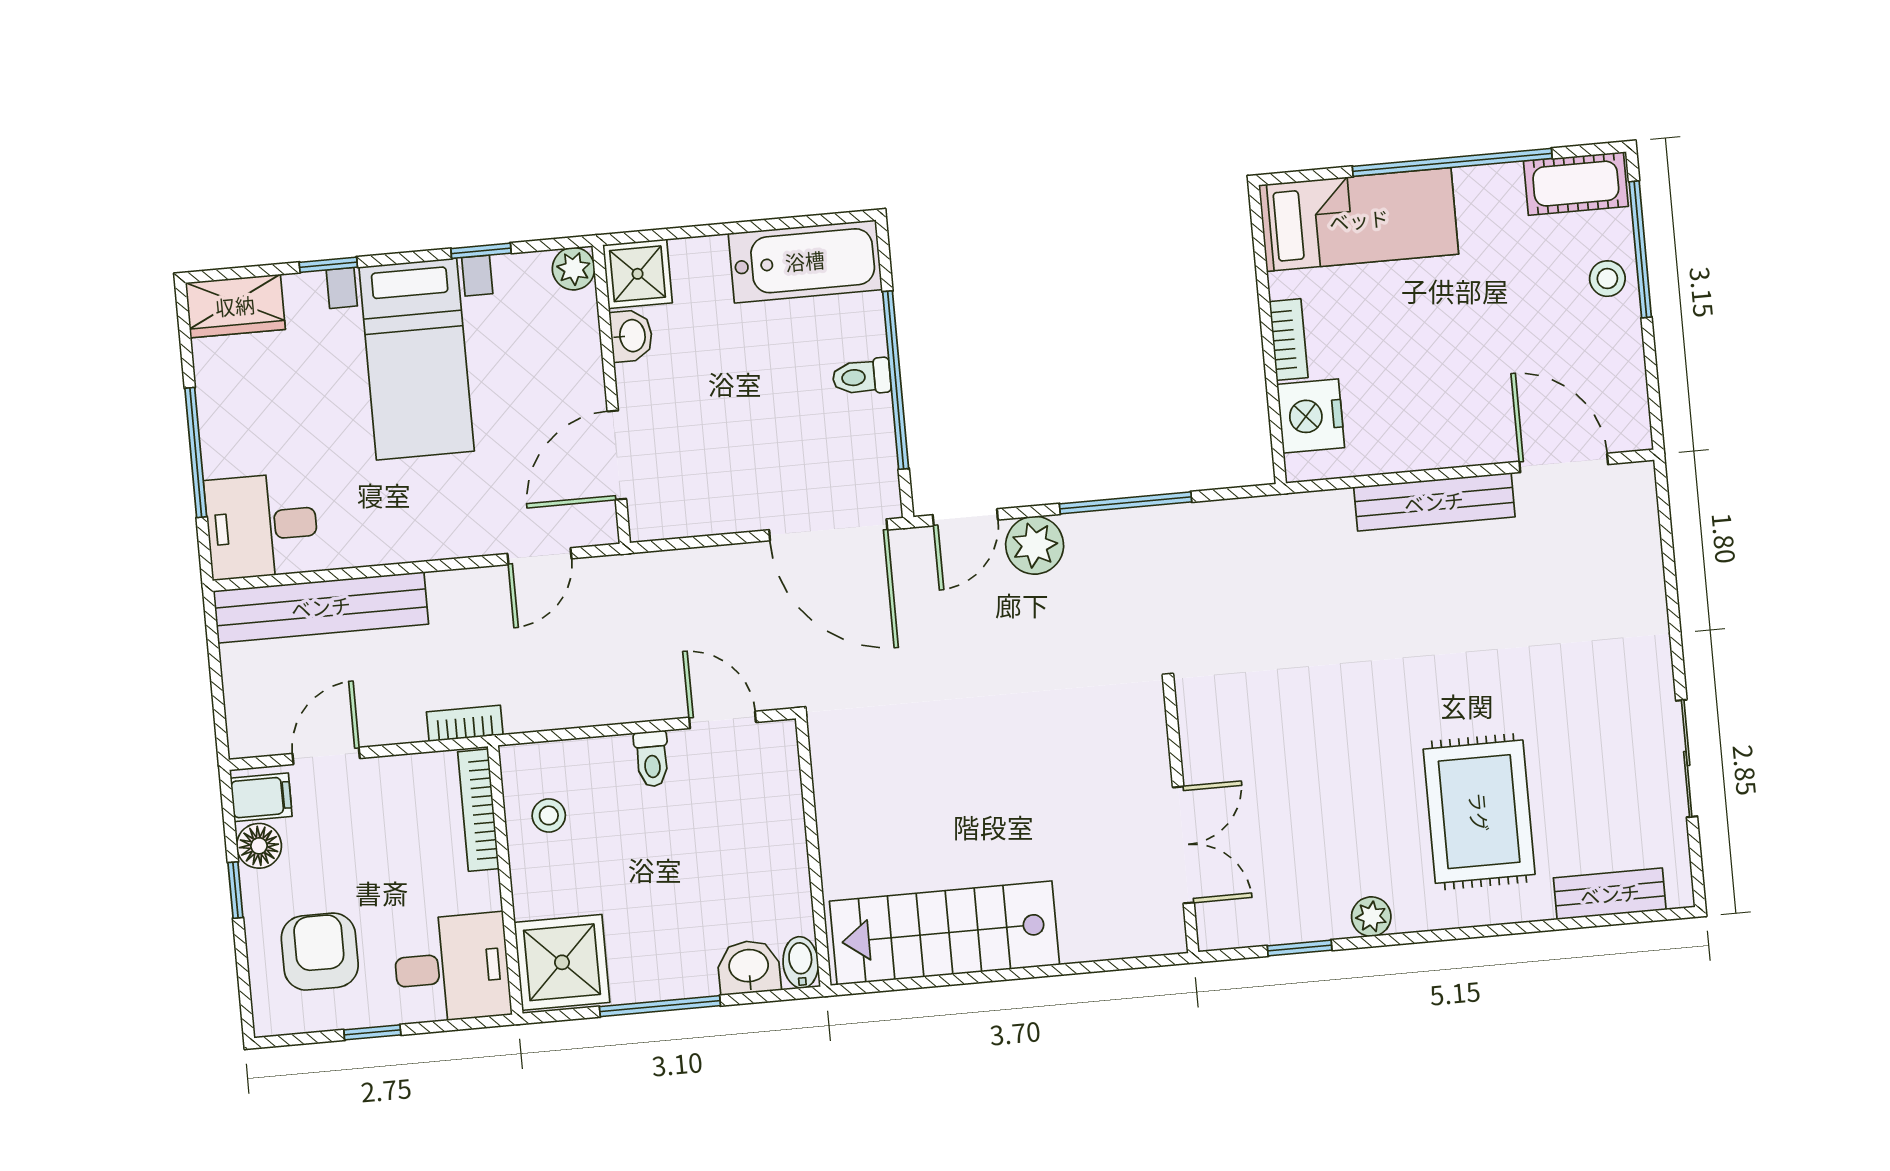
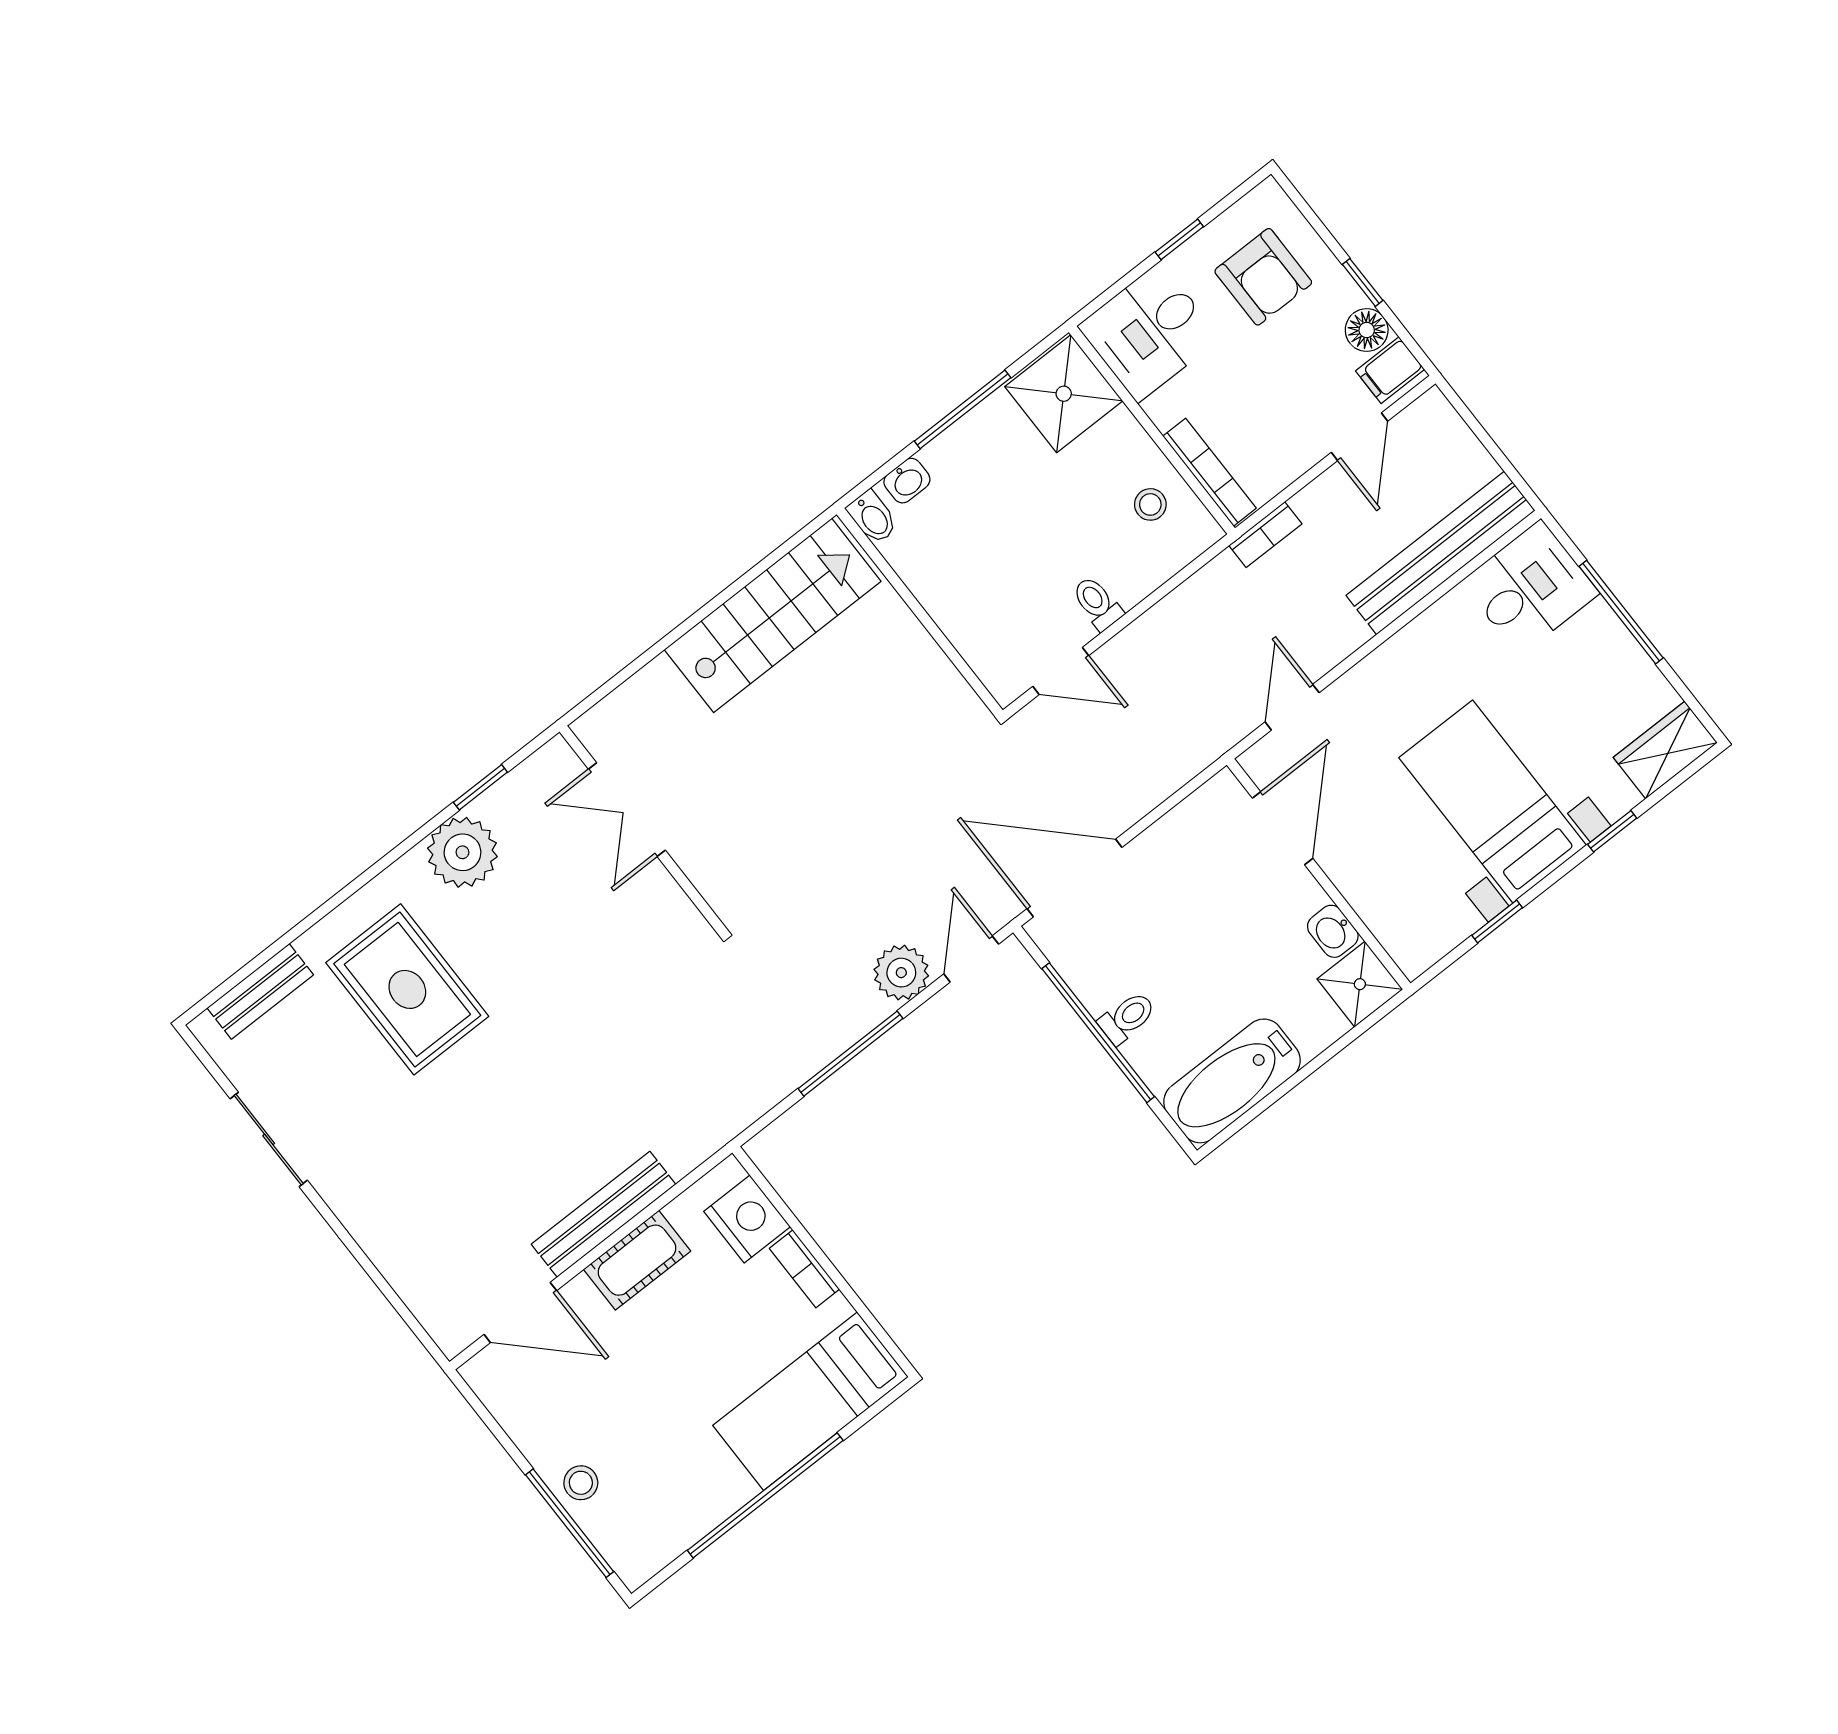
cot: (1576, 184) -> (637, 1260), moved
plant: (574, 269) -> (1414, 955), removed
plant: (1371, 917) -> (462, 852), width x1.88, depth x1.88
washbasin: (749, 967) -> (907, 481), width x0.72, depth x0.69

